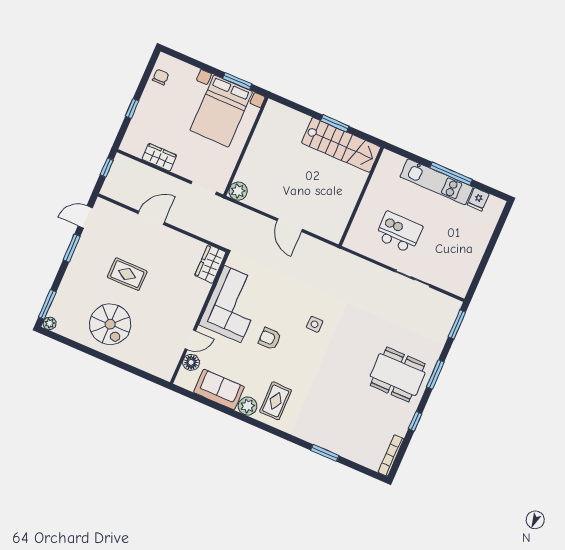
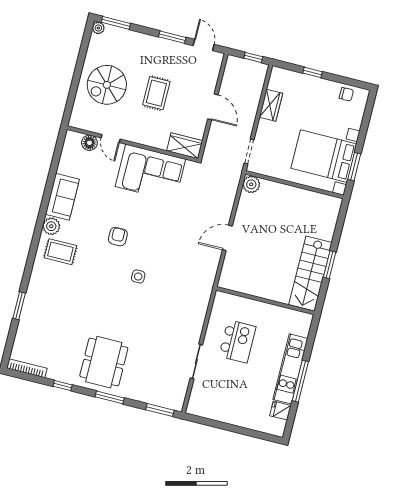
wardrobe: (210, 264) -> (185, 146), moved
corner sofa: (233, 304) -> (150, 173), moved
wall: (200, 318) -> (132, 144), moved
door: (190, 340) -> (111, 139), moved
floor lamp: (191, 362) -> (89, 143), moved

